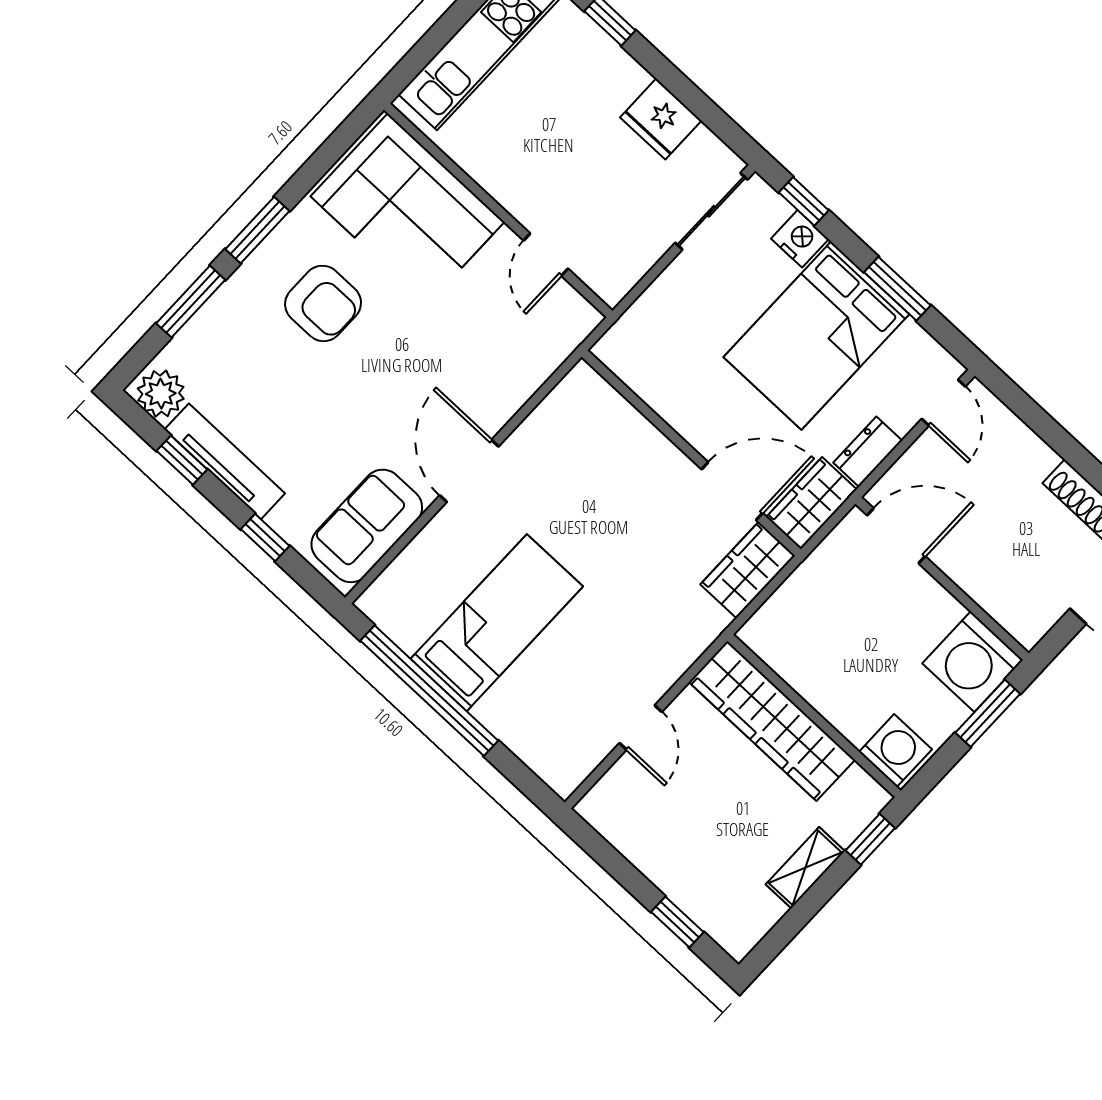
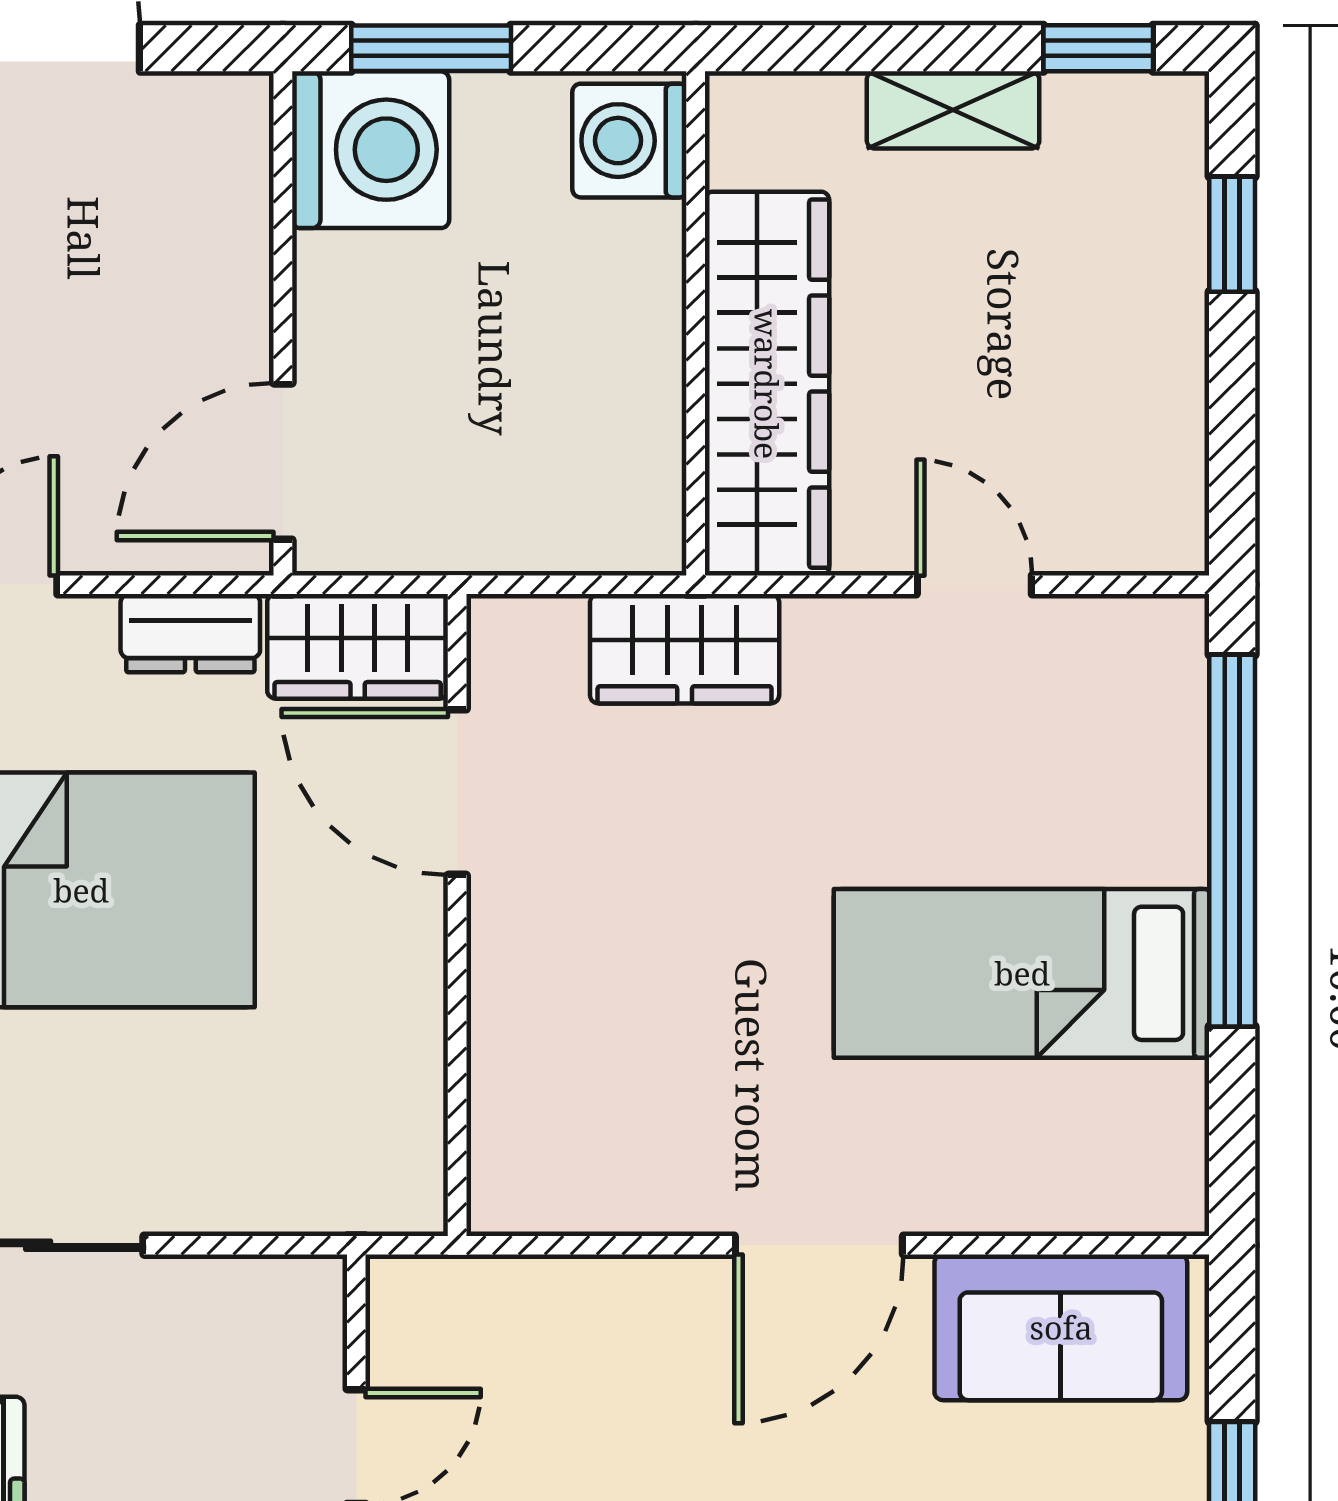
door: (896, 536) -> (283, 462), hinge flipped
wardrobe: (748, 570) -> (685, 649), moved
window: (429, 691) -> (1232, 841), moved
door: (641, 727) -> (974, 585), hinge flipped
window: (870, 839) -> (1098, 48), moved

